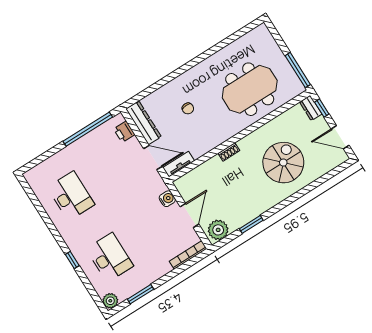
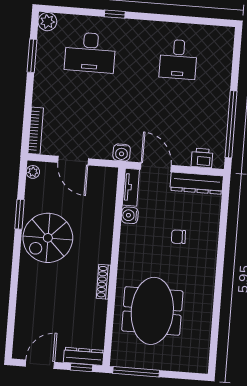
dresser: (311, 108) -> (84, 356), width x1.44
water cooler: (198, 151) -> (130, 215), added
shoe rack: (229, 152) -> (103, 282), moved, width x1.43
door: (153, 158) -> (156, 167), swing flipped
spiral stairs: (283, 163) -> (48, 238), moved, turned 90
desk: (71, 196) -> (178, 59), width x0.73
water cooler: (167, 199) -> (122, 152), moved
plant: (218, 230) -> (33, 172), width x0.53, depth x0.53

